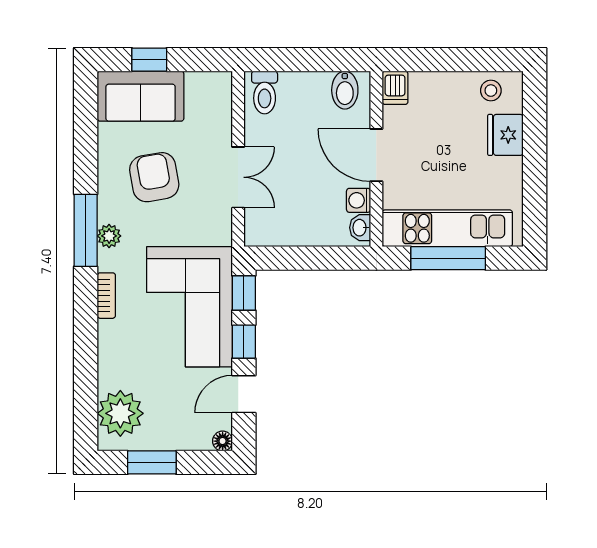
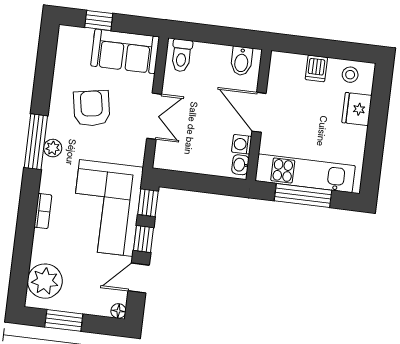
dishwasher: (395, 88) -> (316, 68), moved
sofa: (141, 96) -> (125, 51), moved
bookcase: (106, 296) -> (43, 211), moved

